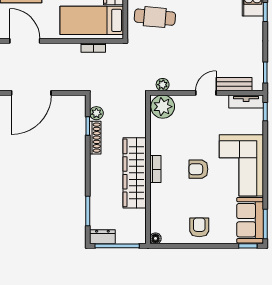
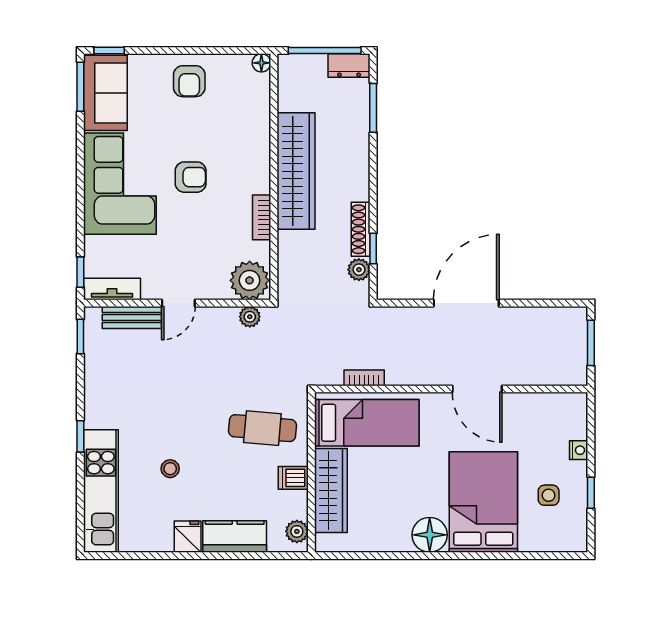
bookcase: (155, 169) -> (262, 217), moved

